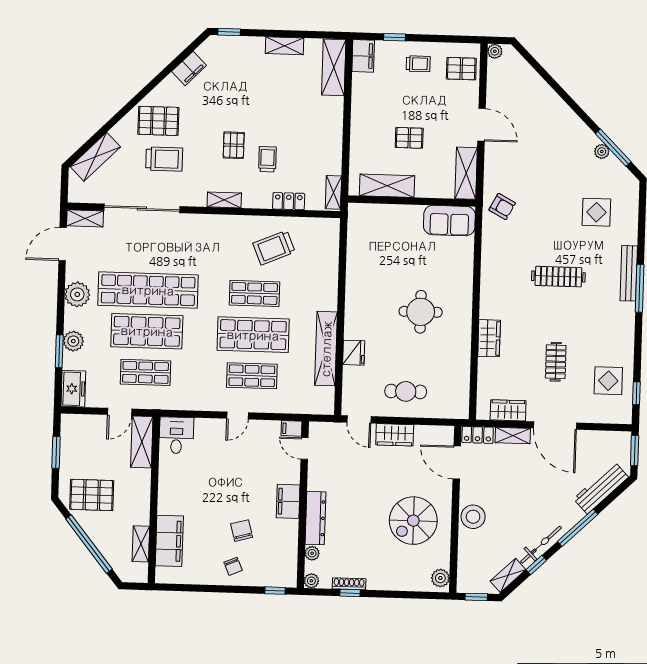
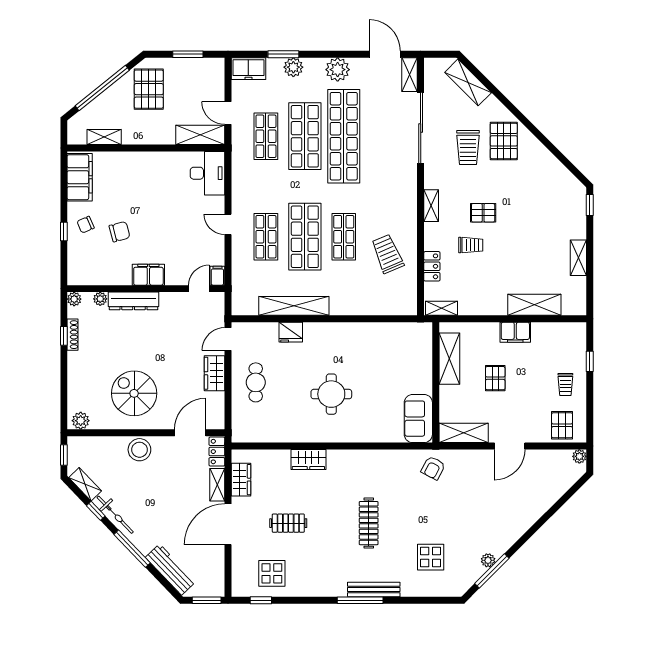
filing cabinet: (363, 56) -> (515, 332), moved
shelving: (334, 67) -> (534, 305), moved
filing cabinet: (189, 68) -> (554, 168), removed
desk: (176, 435) -> (207, 173), width x1.37
filing cabinet: (169, 541) -> (80, 177), moved, turned -90
window: (275, 591) -> (64, 232), moved

